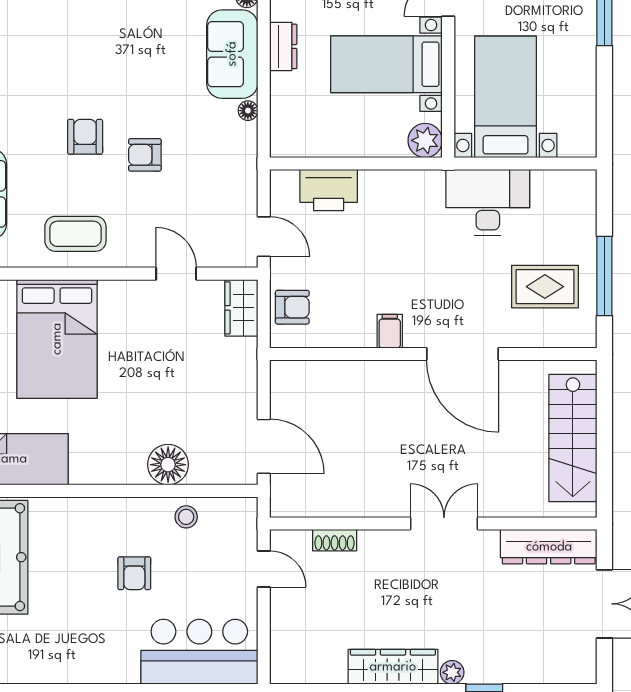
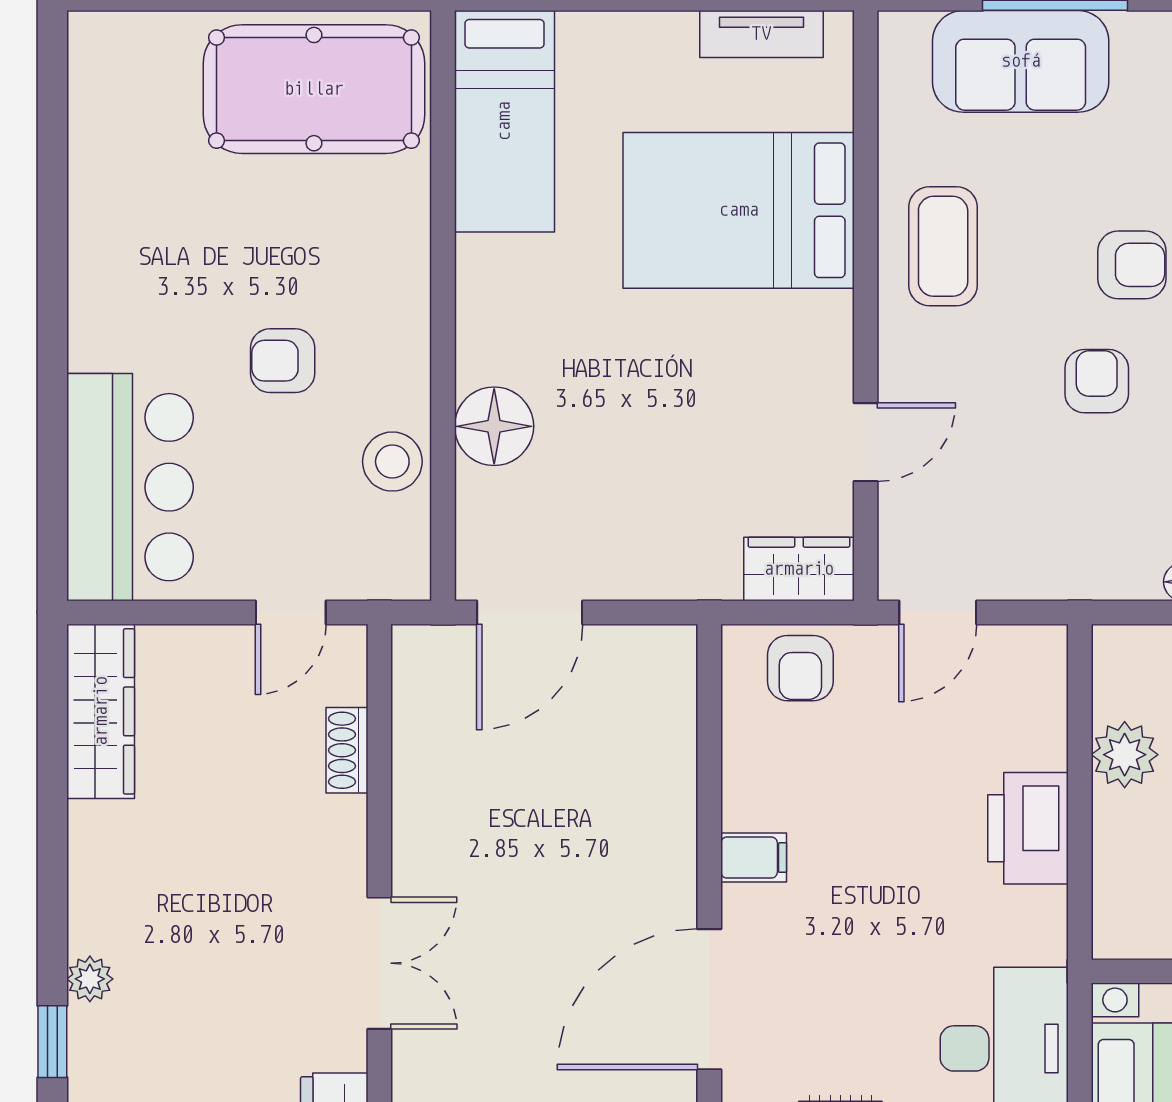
plant: (425, 140) -> (1125, 755), moved
printer: (329, 190) -> (1028, 828), moved
stool: (186, 517) -> (392, 462), width x1.37, depth x1.37
wardrobe: (393, 667) -> (101, 711), moved

